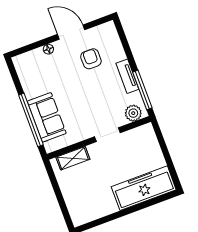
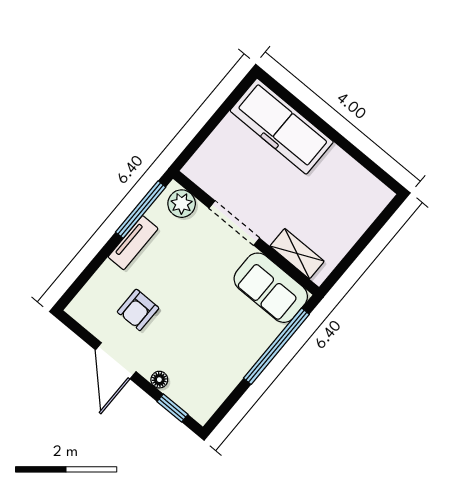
window: (30, 47) -> (172, 408), added
sofa: (47, 117) -> (271, 288), moved, turned -90
doorway: (107, 135) -> (234, 223), width x1.38

